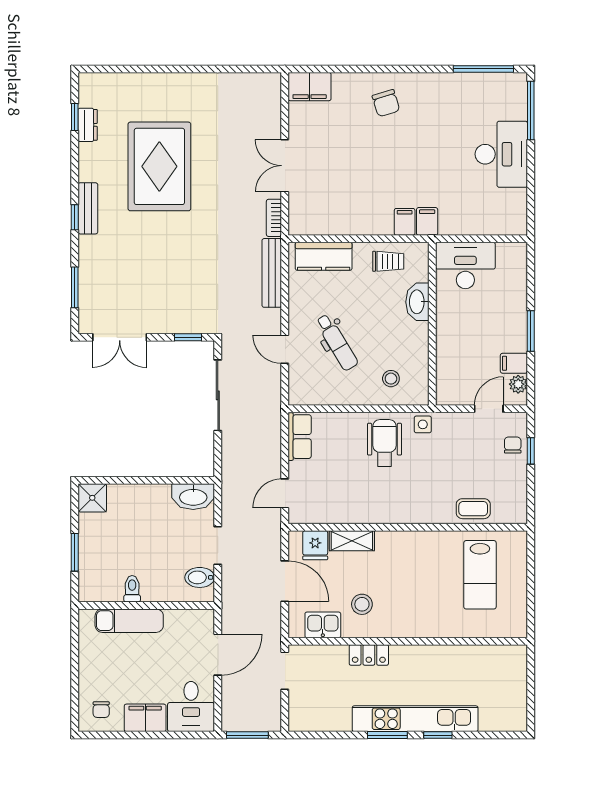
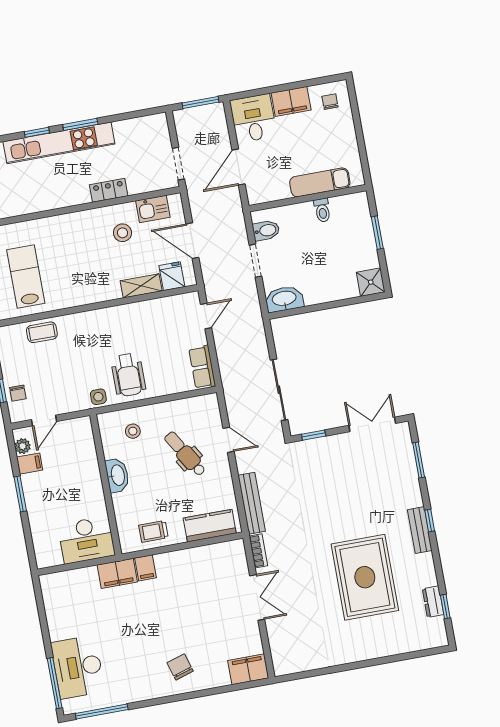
desk: (501, 154) -> (78, 667), moved
filing cabinet: (427, 221) -> (117, 573), width x2.00
washbasin: (417, 302) -> (117, 475), moved

